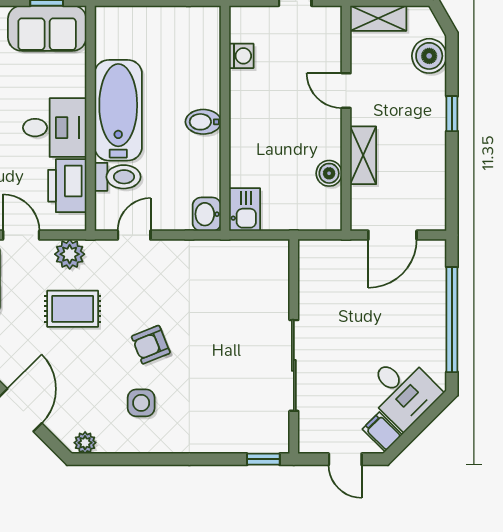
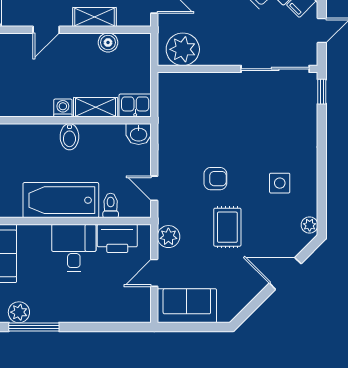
washing machine: (241, 56) -> (63, 108), moved
shelving: (242, 157) -> (96, 107), added
toilet: (118, 177) -> (111, 205), width x0.73, depth x0.72
plant: (320, 273) -> (183, 49), added
rug: (73, 309) -> (227, 227), moved
armchair: (151, 345) -> (215, 179), moved, turned -68
sliding door: (294, 365) -> (275, 69), moved

